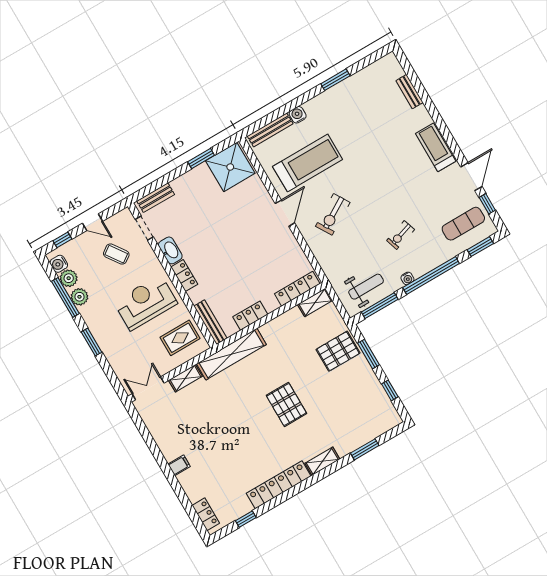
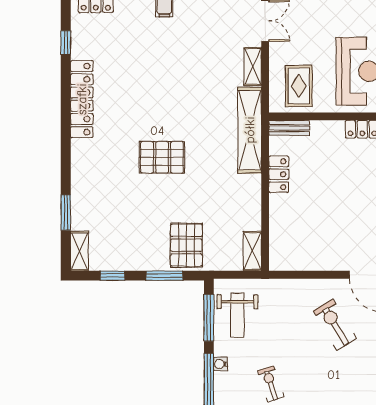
locker: (297, 289) -> (278, 241), removed
bench: (210, 322) -> (289, 128), width x0.73
shelving: (322, 461) -> (79, 251), moved

